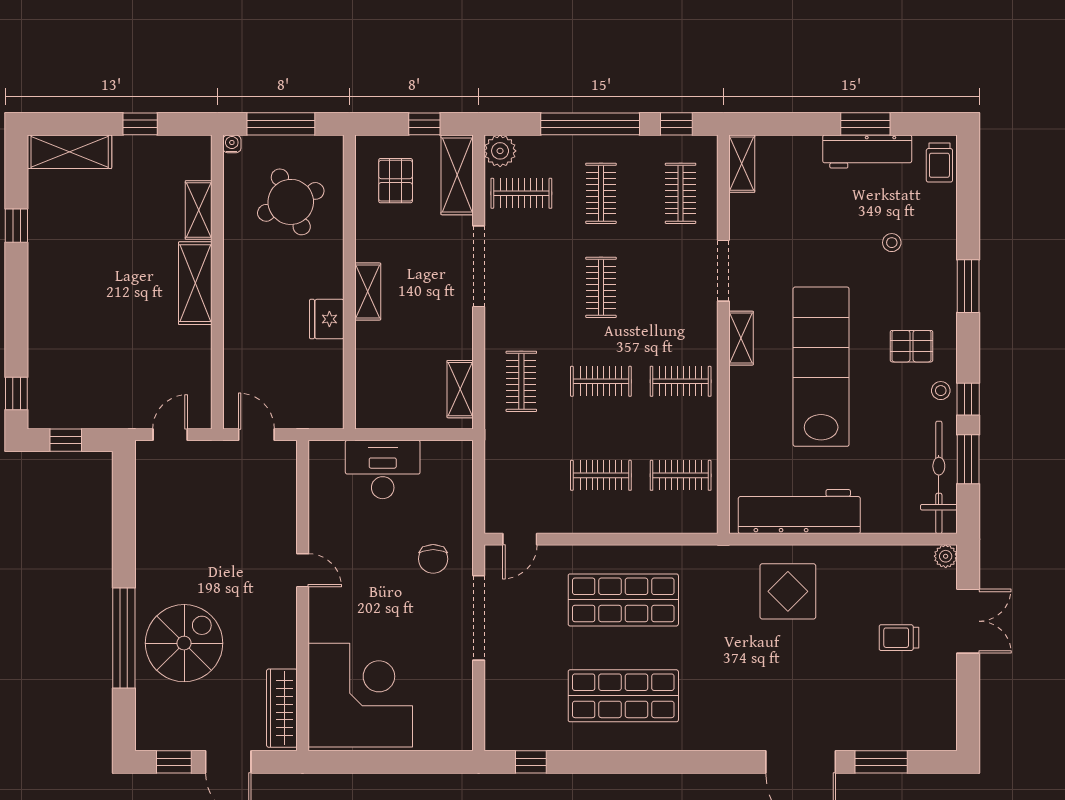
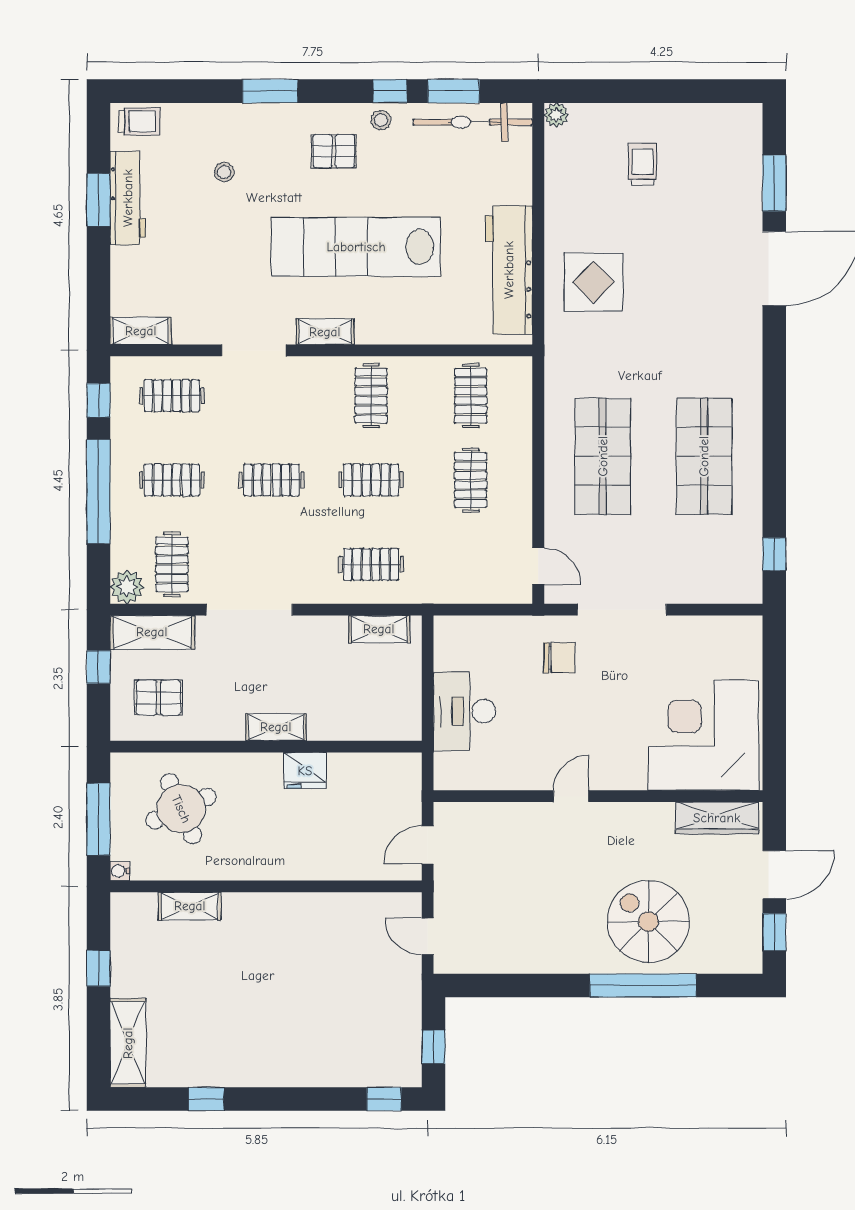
shelving: (195, 283) -> (267, 910), removed
pallet: (911, 346) -> (334, 151), turned 90
clothes rail: (601, 381) -> (371, 480), turned 90
double door: (968, 621) -> (625, 91), removed
trolley: (899, 638) -> (643, 164), turned 180

